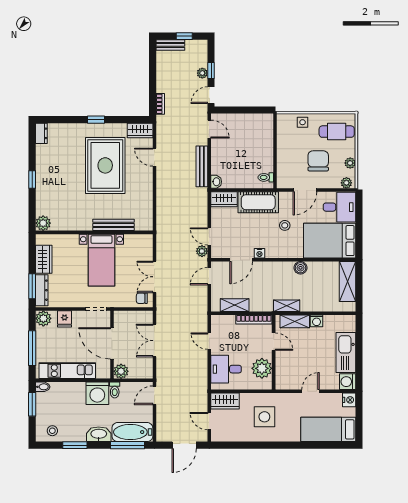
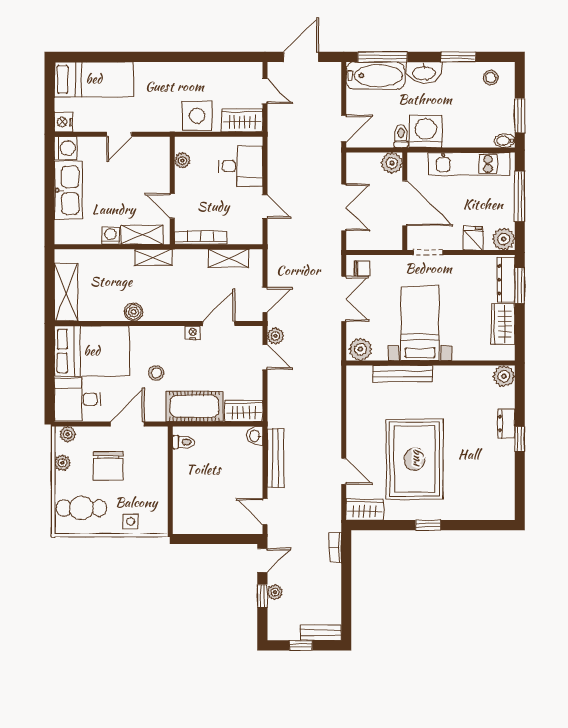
dresser: (41, 133) -> (506, 423), moved
plant: (143, 242) -> (360, 349), added
plant: (262, 368) -> (182, 161), width x0.53, depth x0.53
side table: (264, 417) -> (197, 116), moved

